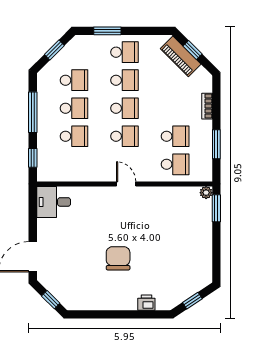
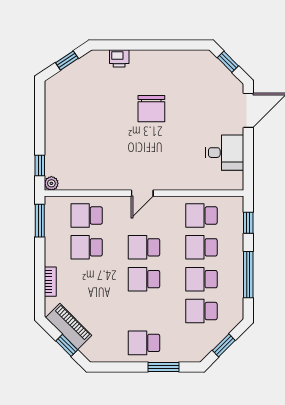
piano: (181, 56) -> (69, 326), moved
school desk: (125, 80) -> (201, 215), moved
window: (216, 144) -> (40, 221), moved
door: (126, 184) -> (142, 193), hinge flipped
desk: (54, 202) -> (225, 153), moved
window: (216, 208) -> (40, 166), width x0.67

